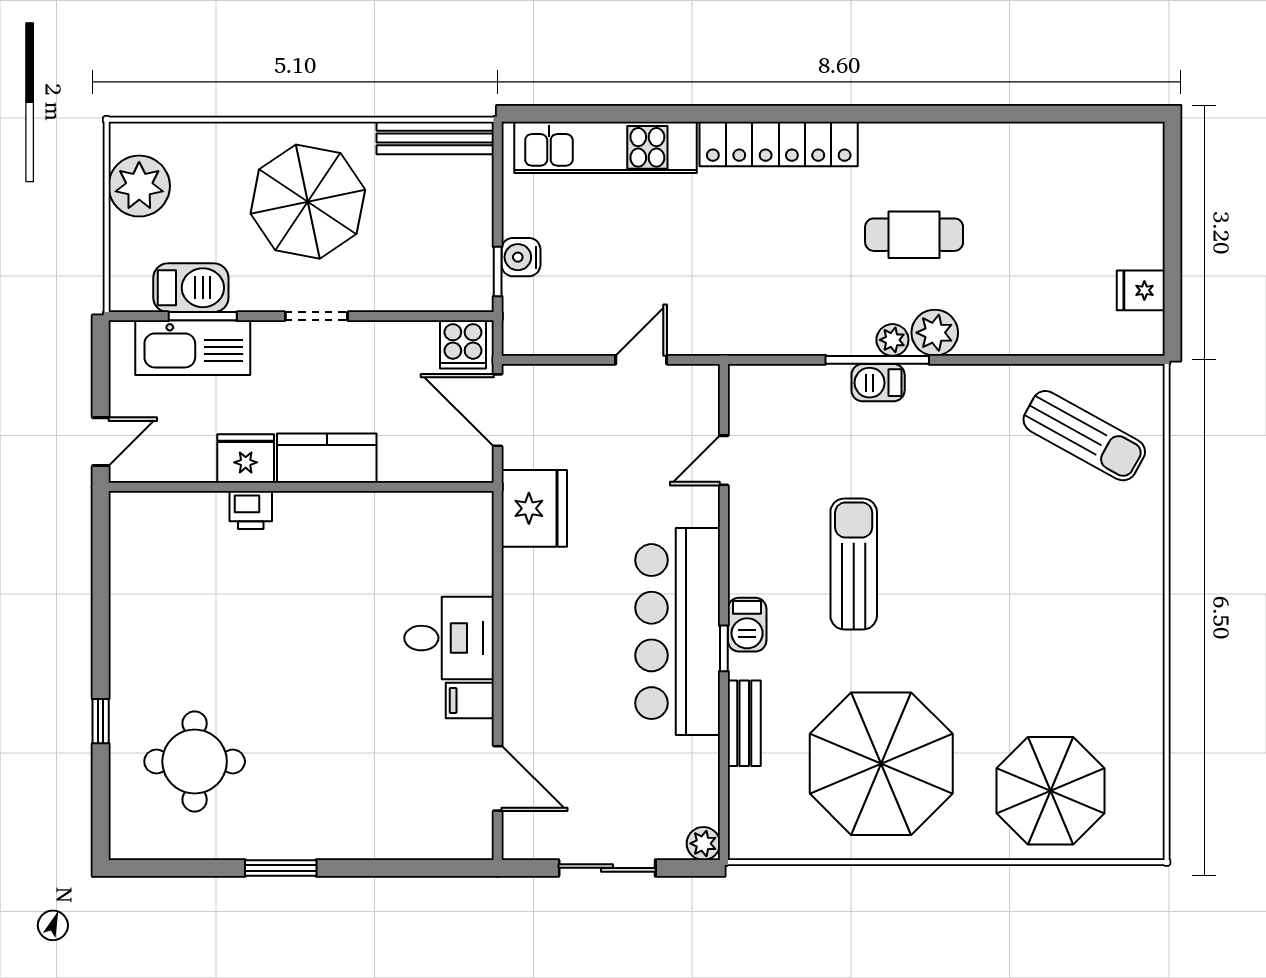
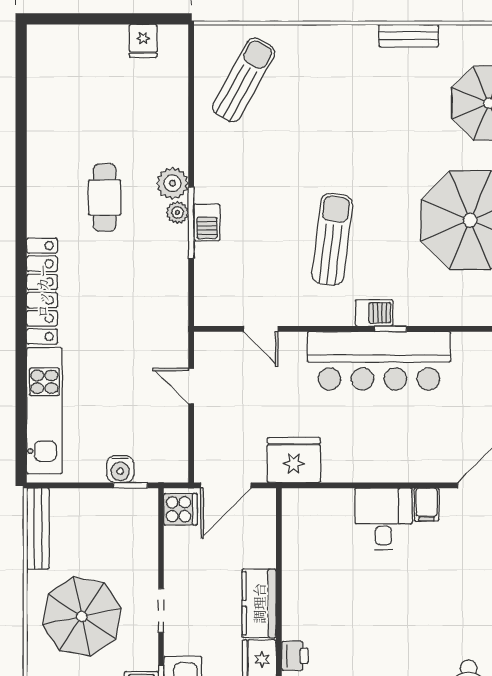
sun lounger: (854, 564) -> (332, 239), turned 97
bench: (744, 723) -> (409, 36), moved

